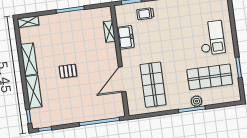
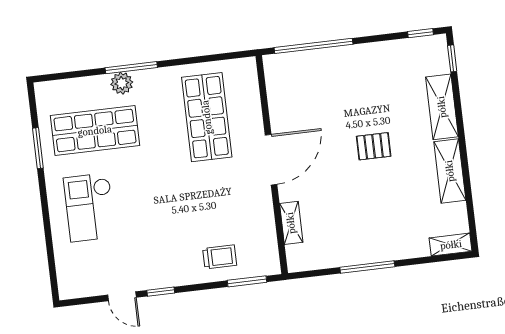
freezer: (125, 37) -> (260, 211), removed
door: (122, 79) -> (271, 160), moved

